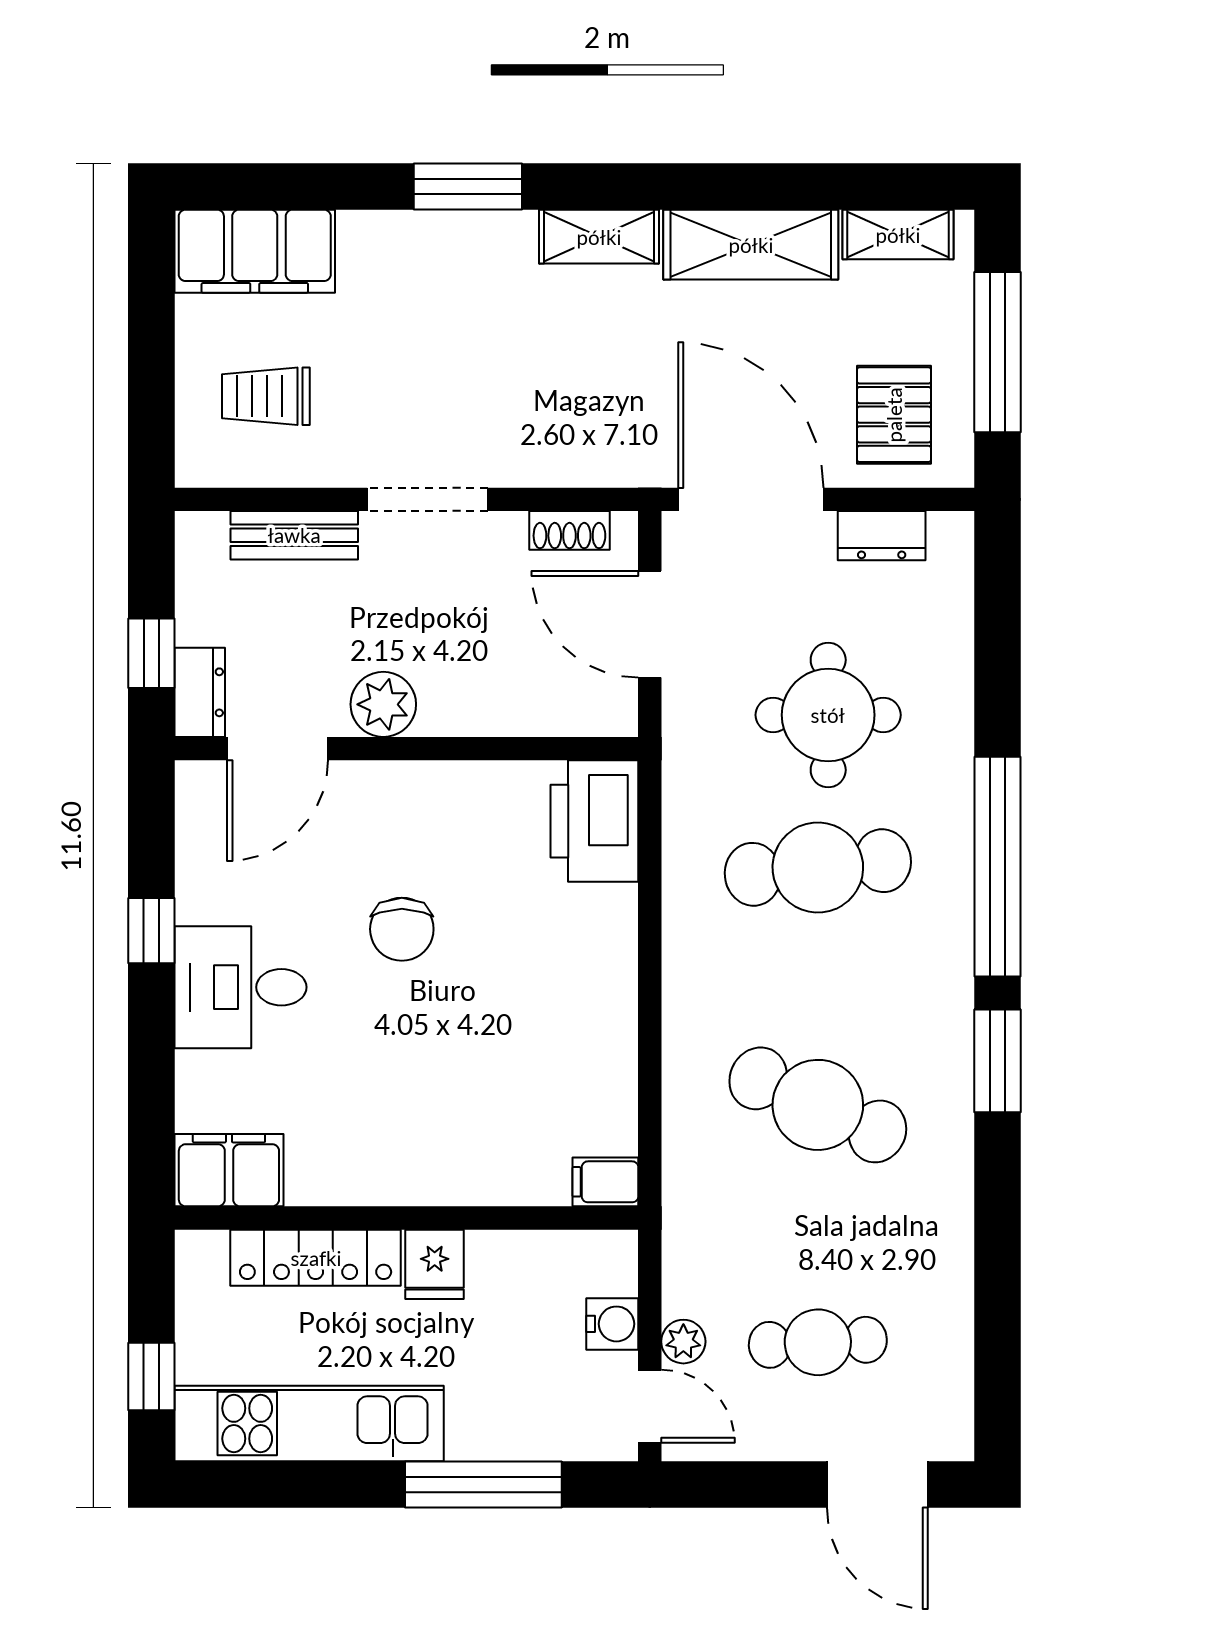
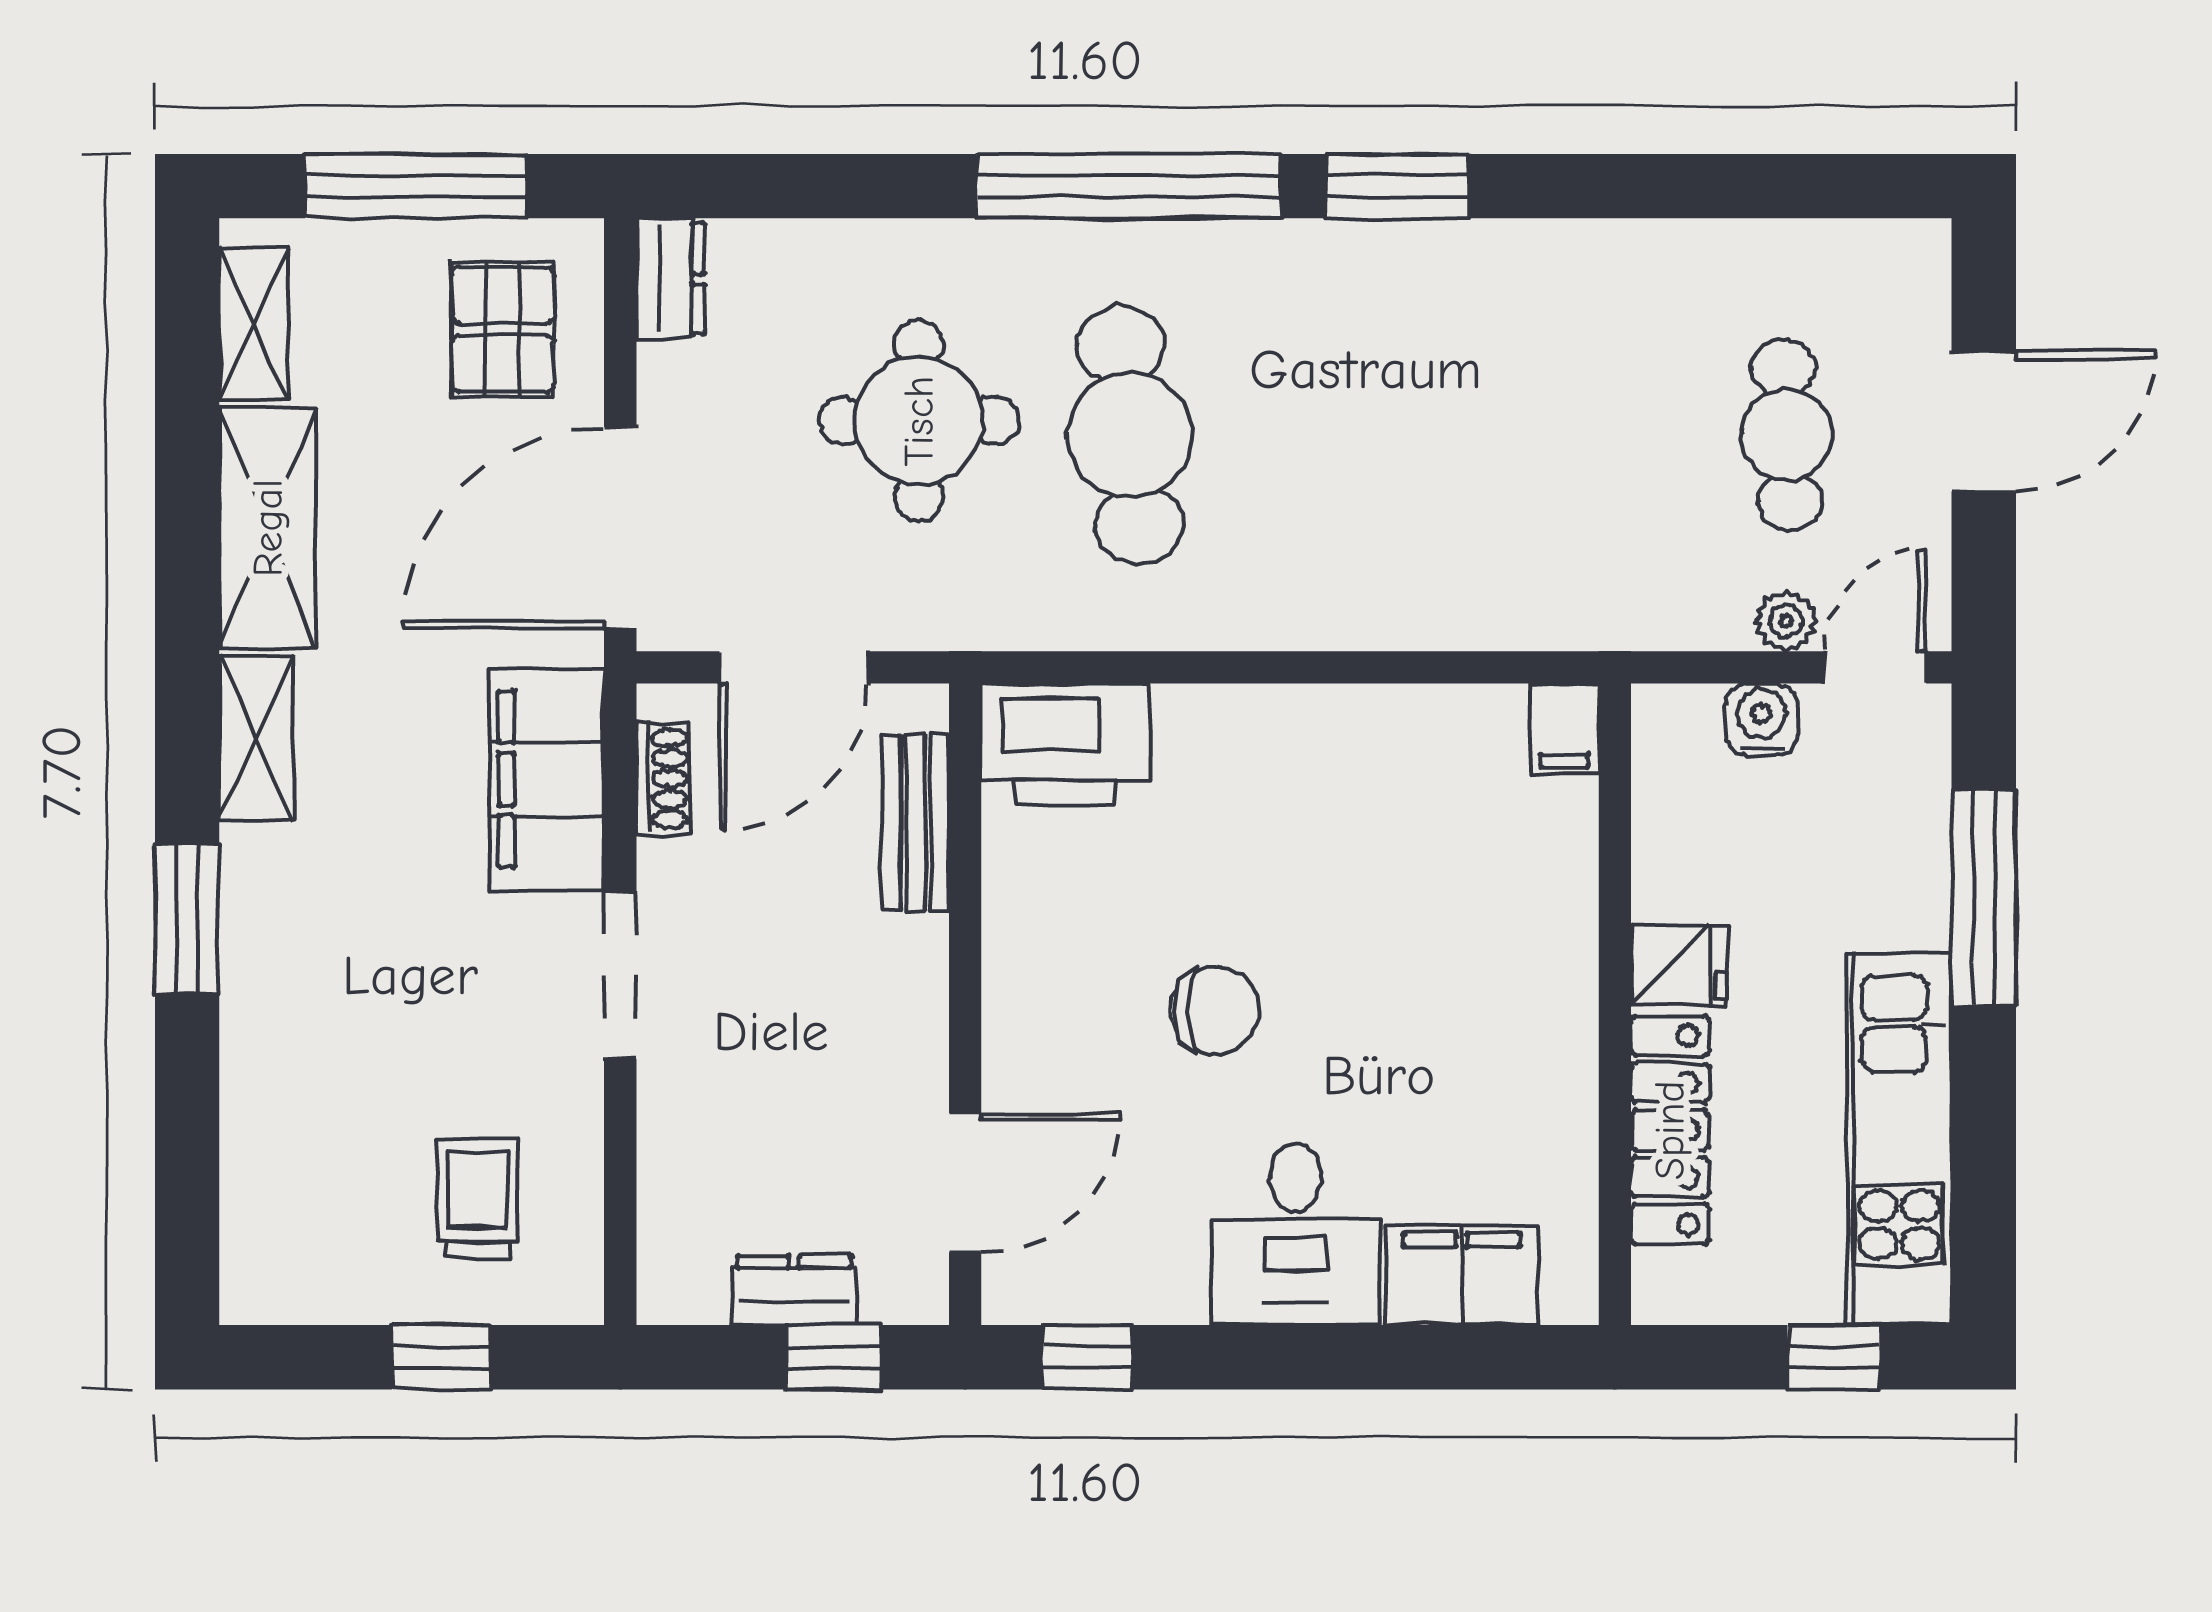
filing cabinet: (255, 251) -> (547, 779), moved, turned 180
window: (151, 370) -> (441, 1357), added
trolley: (266, 396) -> (477, 1199), turned 180
pallet: (894, 415) -> (503, 329), turned 90
bench: (294, 535) -> (915, 823), moved
dresser: (882, 536) -> (670, 279), moved
dresser: (200, 692) -> (794, 1290), moved
plant: (383, 704) -> (904, 1036), removed
door: (278, 749) -> (965, 1183), hinge flipped
window: (151, 931) -> (1087, 1357), moved
cafe table: (818, 1105) -> (1458, 435), removed
filing cabinet: (229, 1170) -> (1462, 1275), moved, turned 90
door: (877, 1485) -> (1984, 422), moved

